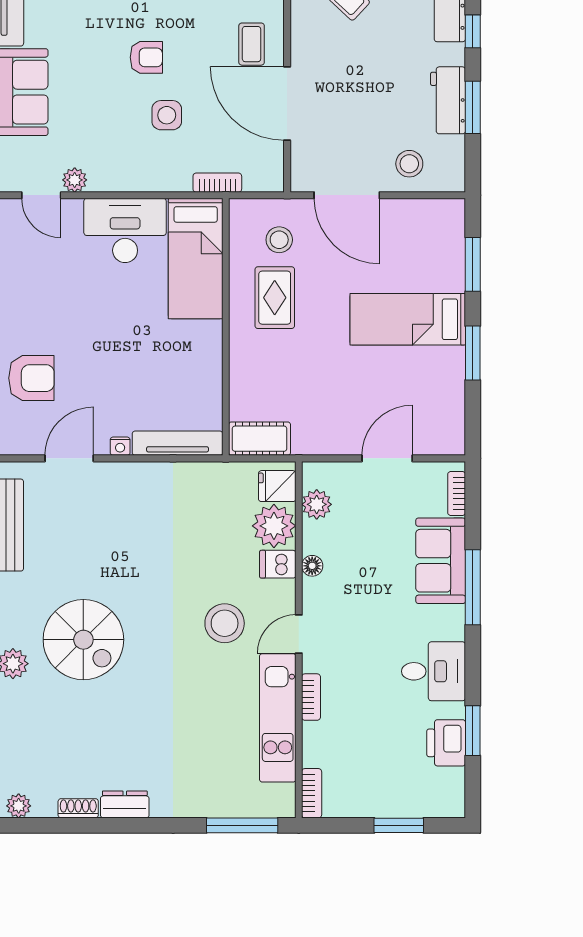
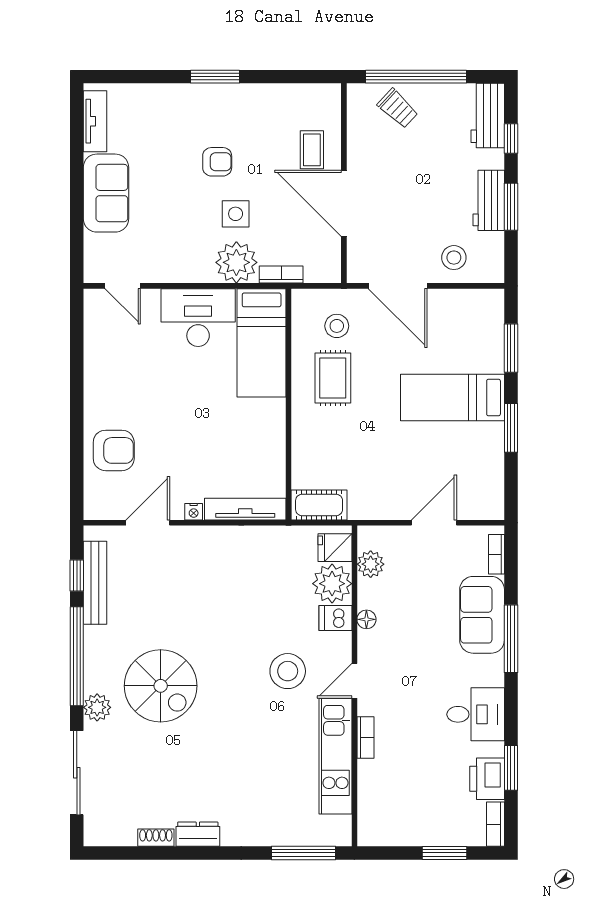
plant: (75, 180) -> (236, 262), moved, width x1.88, depth x1.88
bookcase: (312, 793) -> (495, 824), moved, turned 180
plant: (19, 806) -> (102, 835), removed

